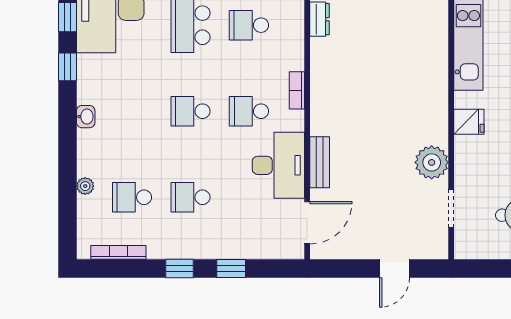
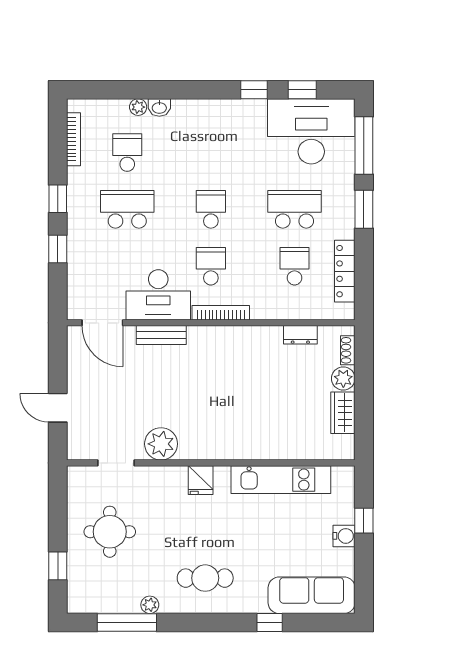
bookcase: (297, 90) -> (221, 313), width x1.56
washbasin: (86, 117) -> (159, 107), moved
school desk: (190, 197) -> (127, 209), width x1.85

